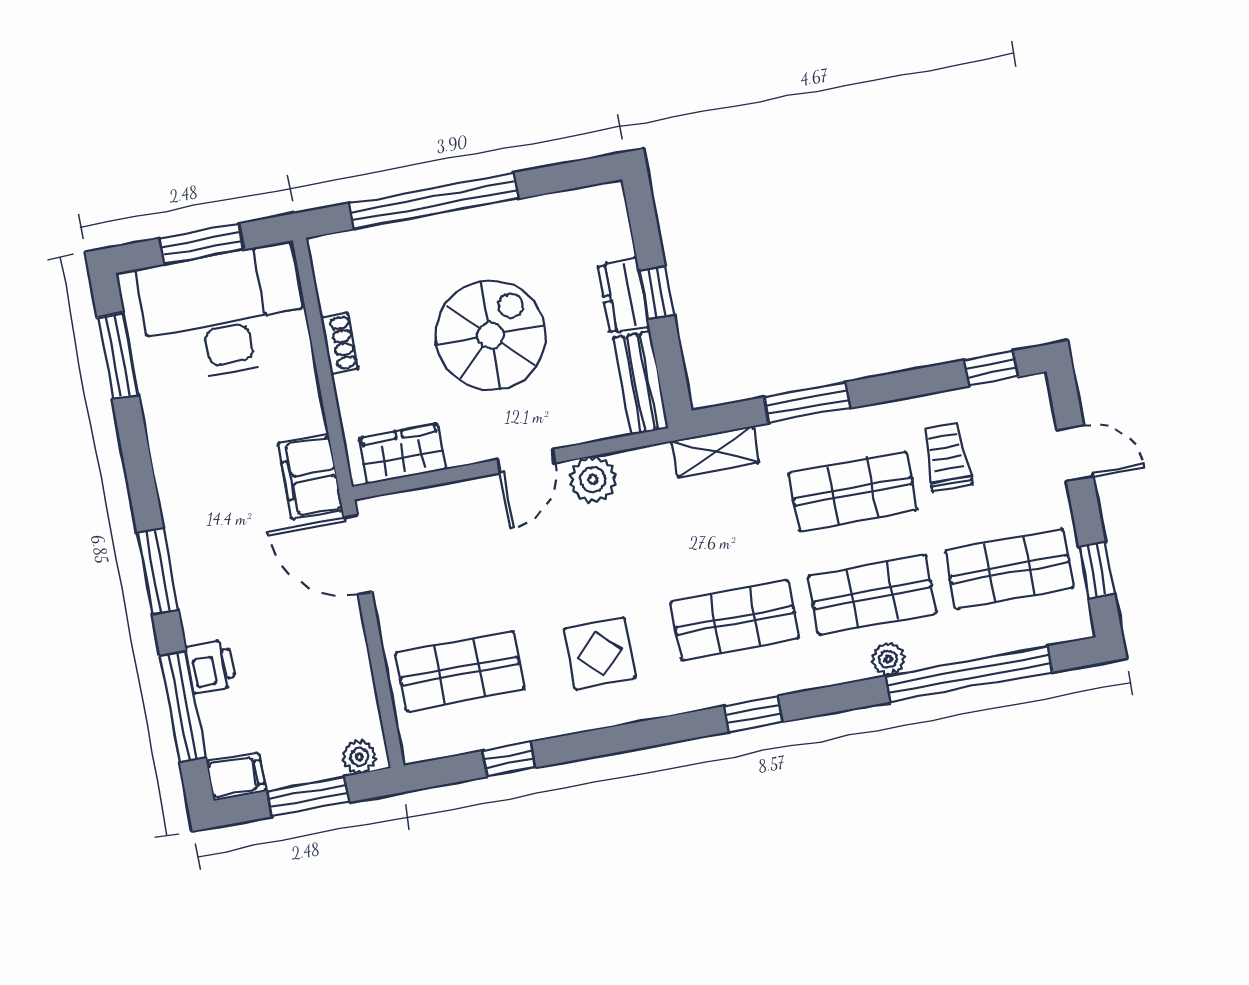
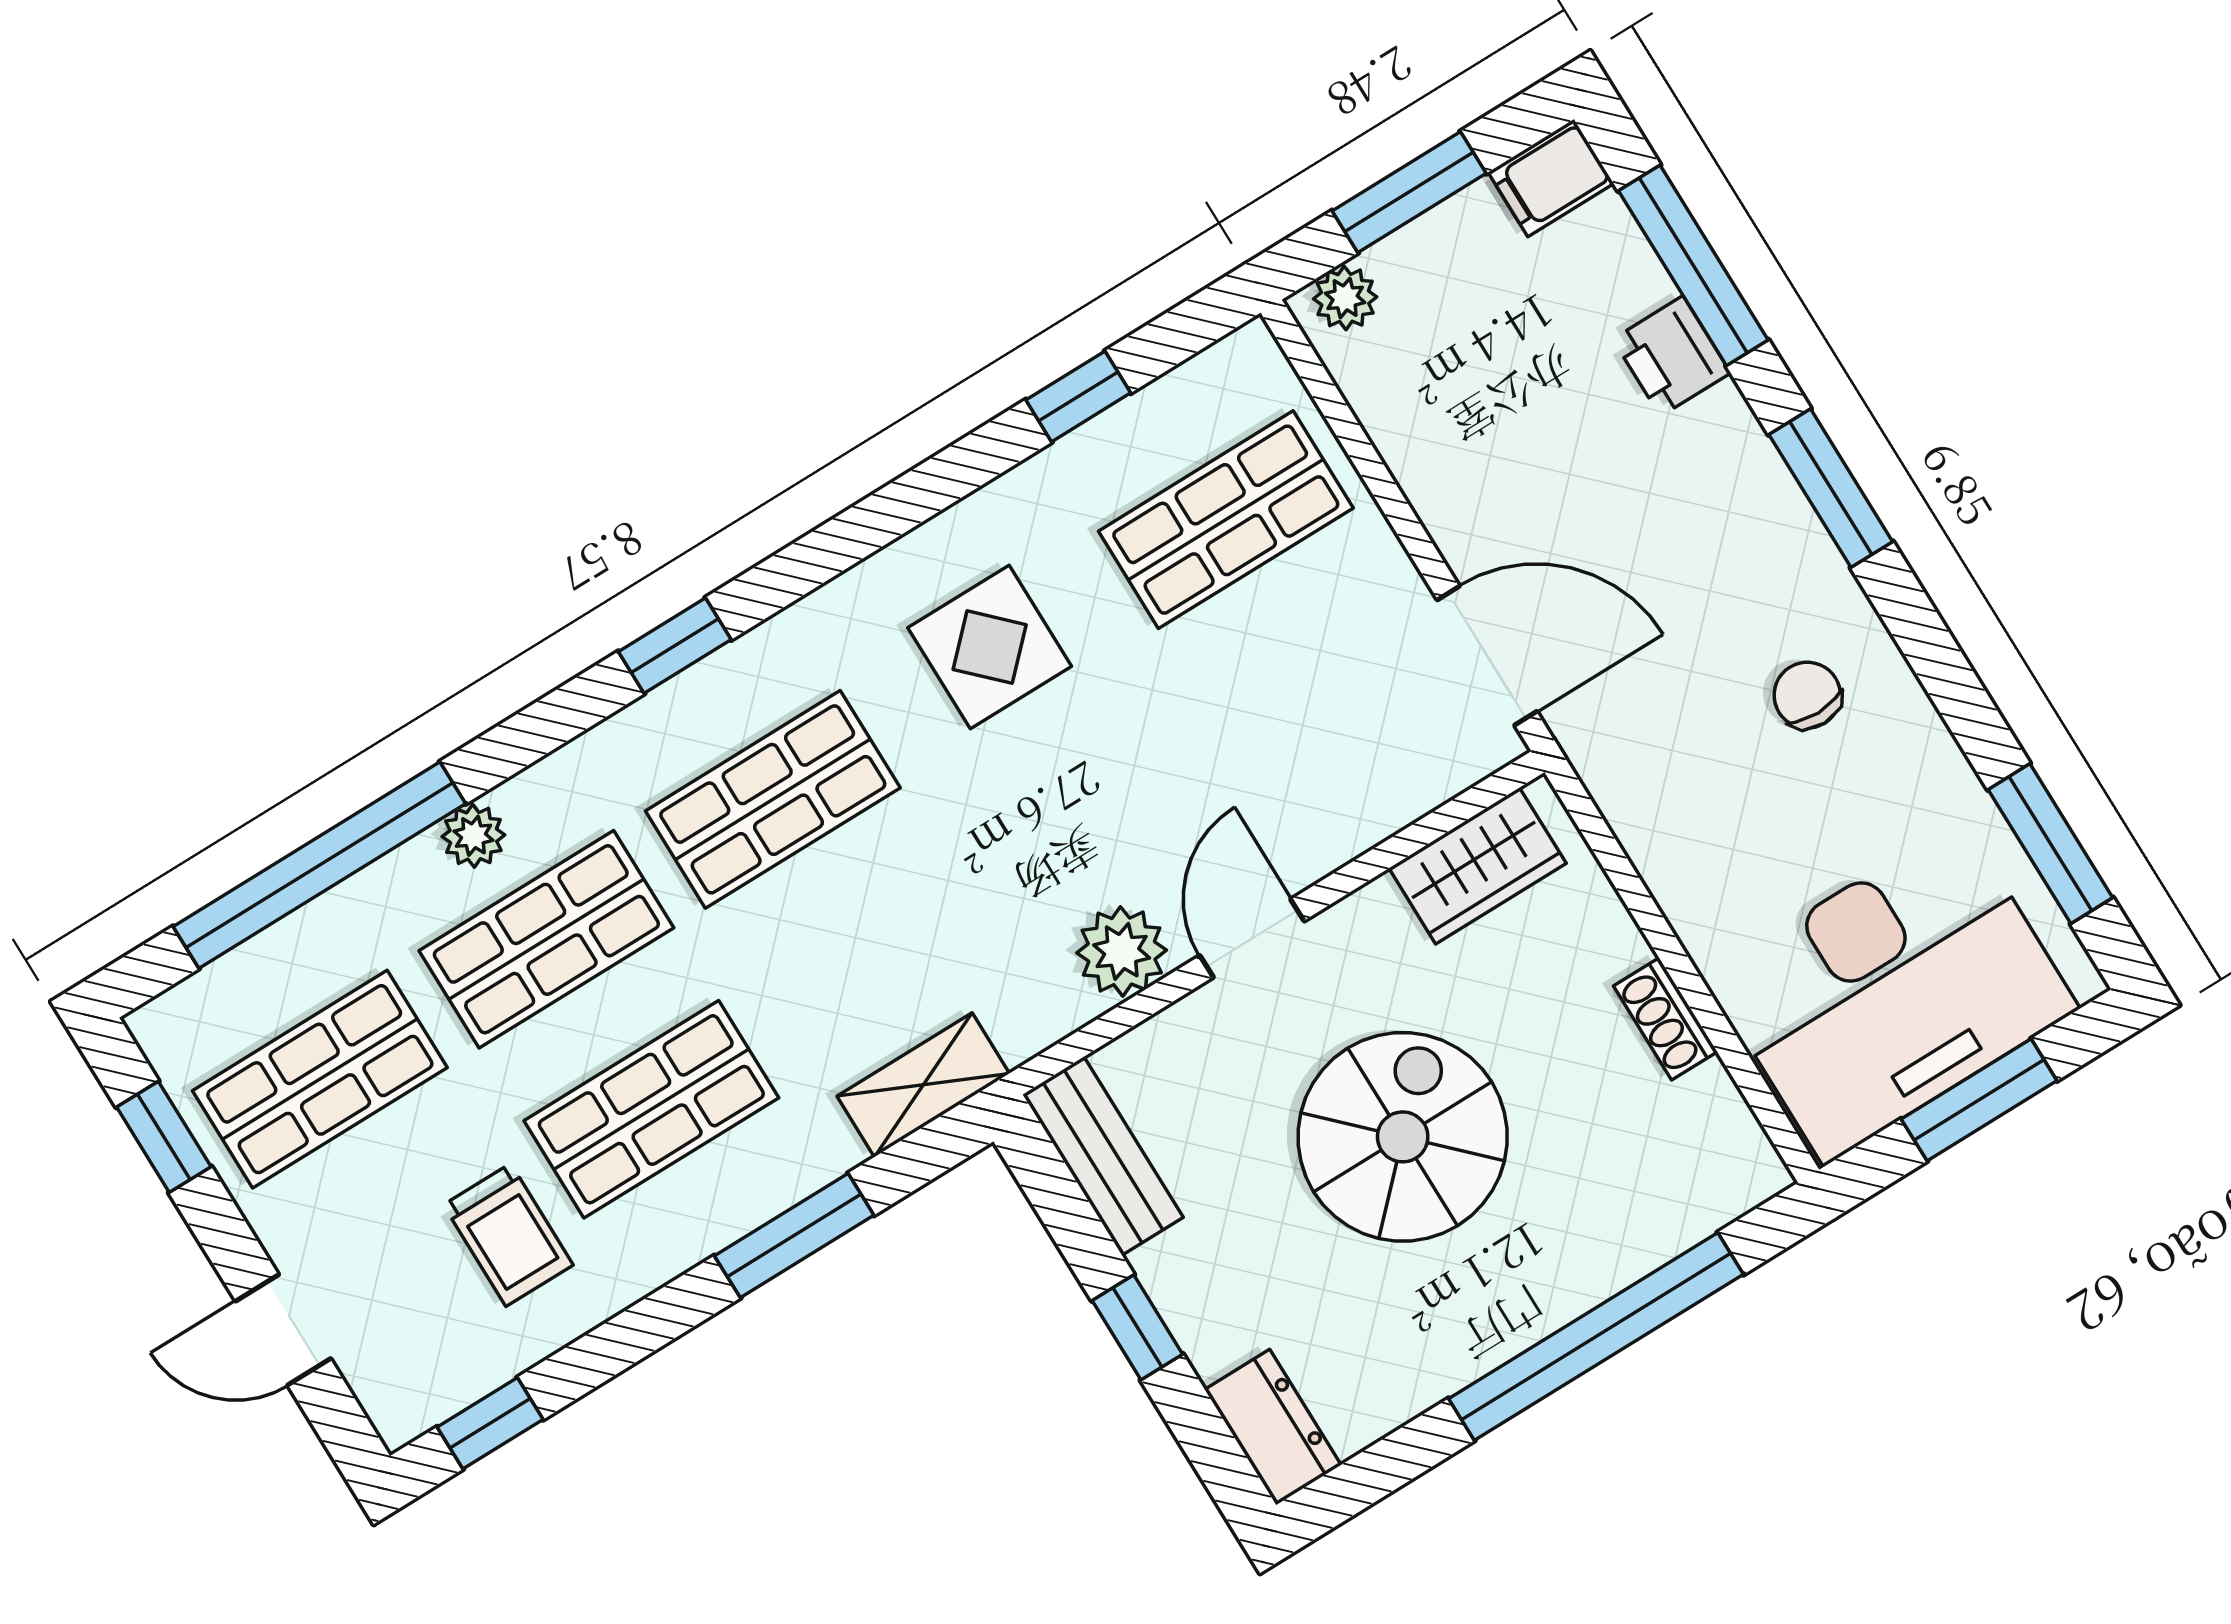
dresser: (624, 296) -> (1273, 1427), moved
spiral stairs: (490, 335) -> (1403, 1137), turned 180
chair: (209, 475) -> (1807, 695), added
filing cabinet: (310, 477) -> (1625, 762), removed

